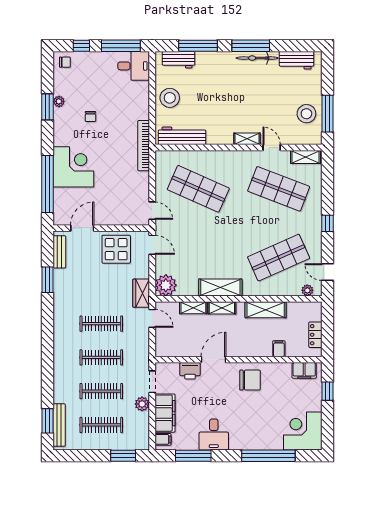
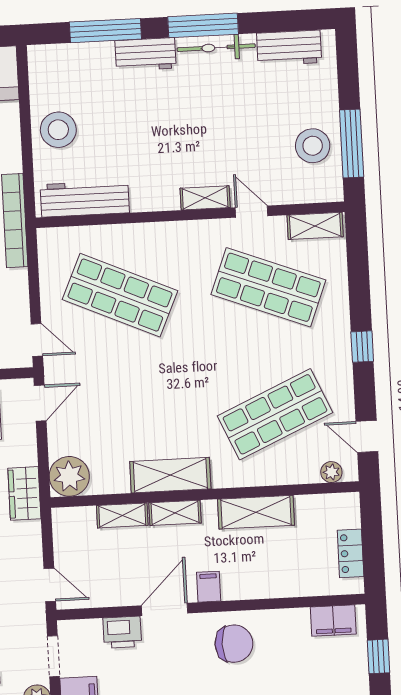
workbench: (178, 60) -> (146, 54), moved
door: (152, 245) -> (40, 403), hinge flipped
door: (152, 318) -> (50, 585), moved
filing cabinet: (279, 349) -> (209, 587), moved

